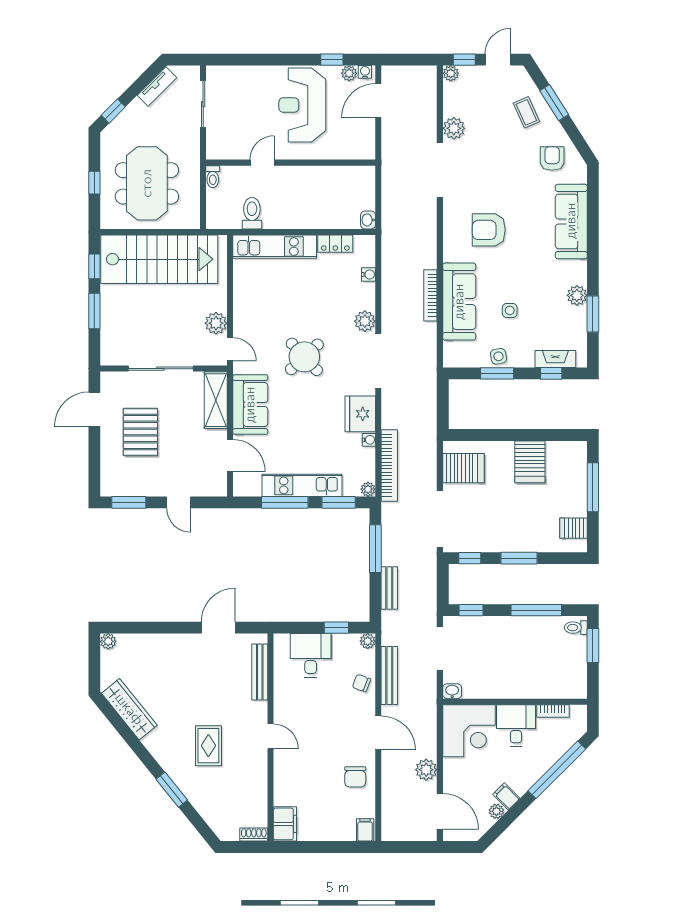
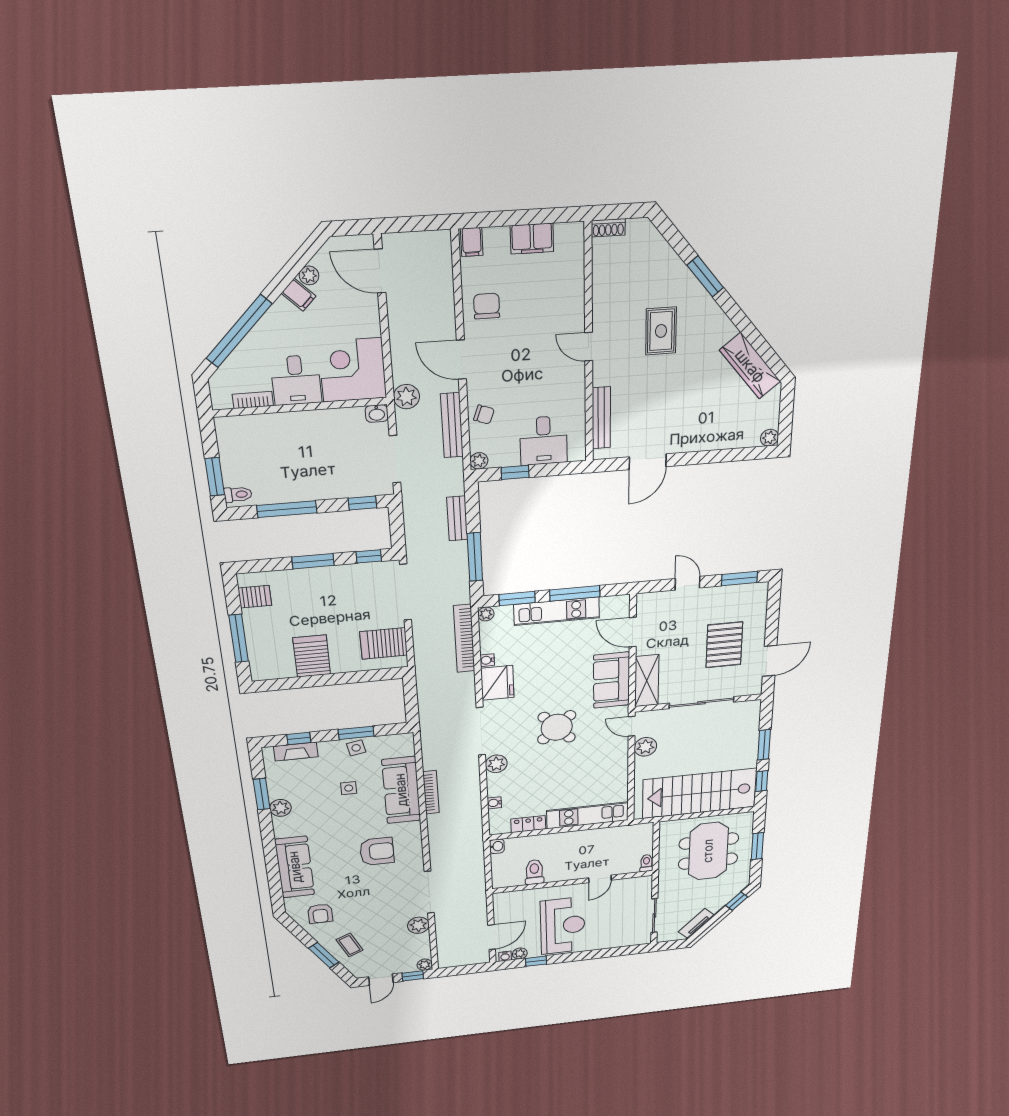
window: (94, 183) -> (757, 846), width x1.50
toilet: (252, 213) -> (534, 872), moved, turned 180
plant: (426, 770) -> (406, 397), moved
filing cabinet: (285, 824) -> (532, 239), moved, turned -90

